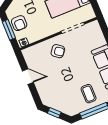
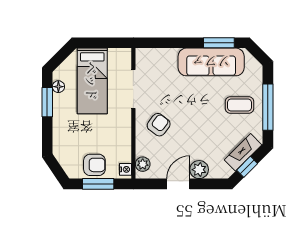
plant: (31, 51) -> (143, 164), added
plant: (41, 85) -> (199, 170), added
fireplace: (62, 107) -> (243, 152), added

